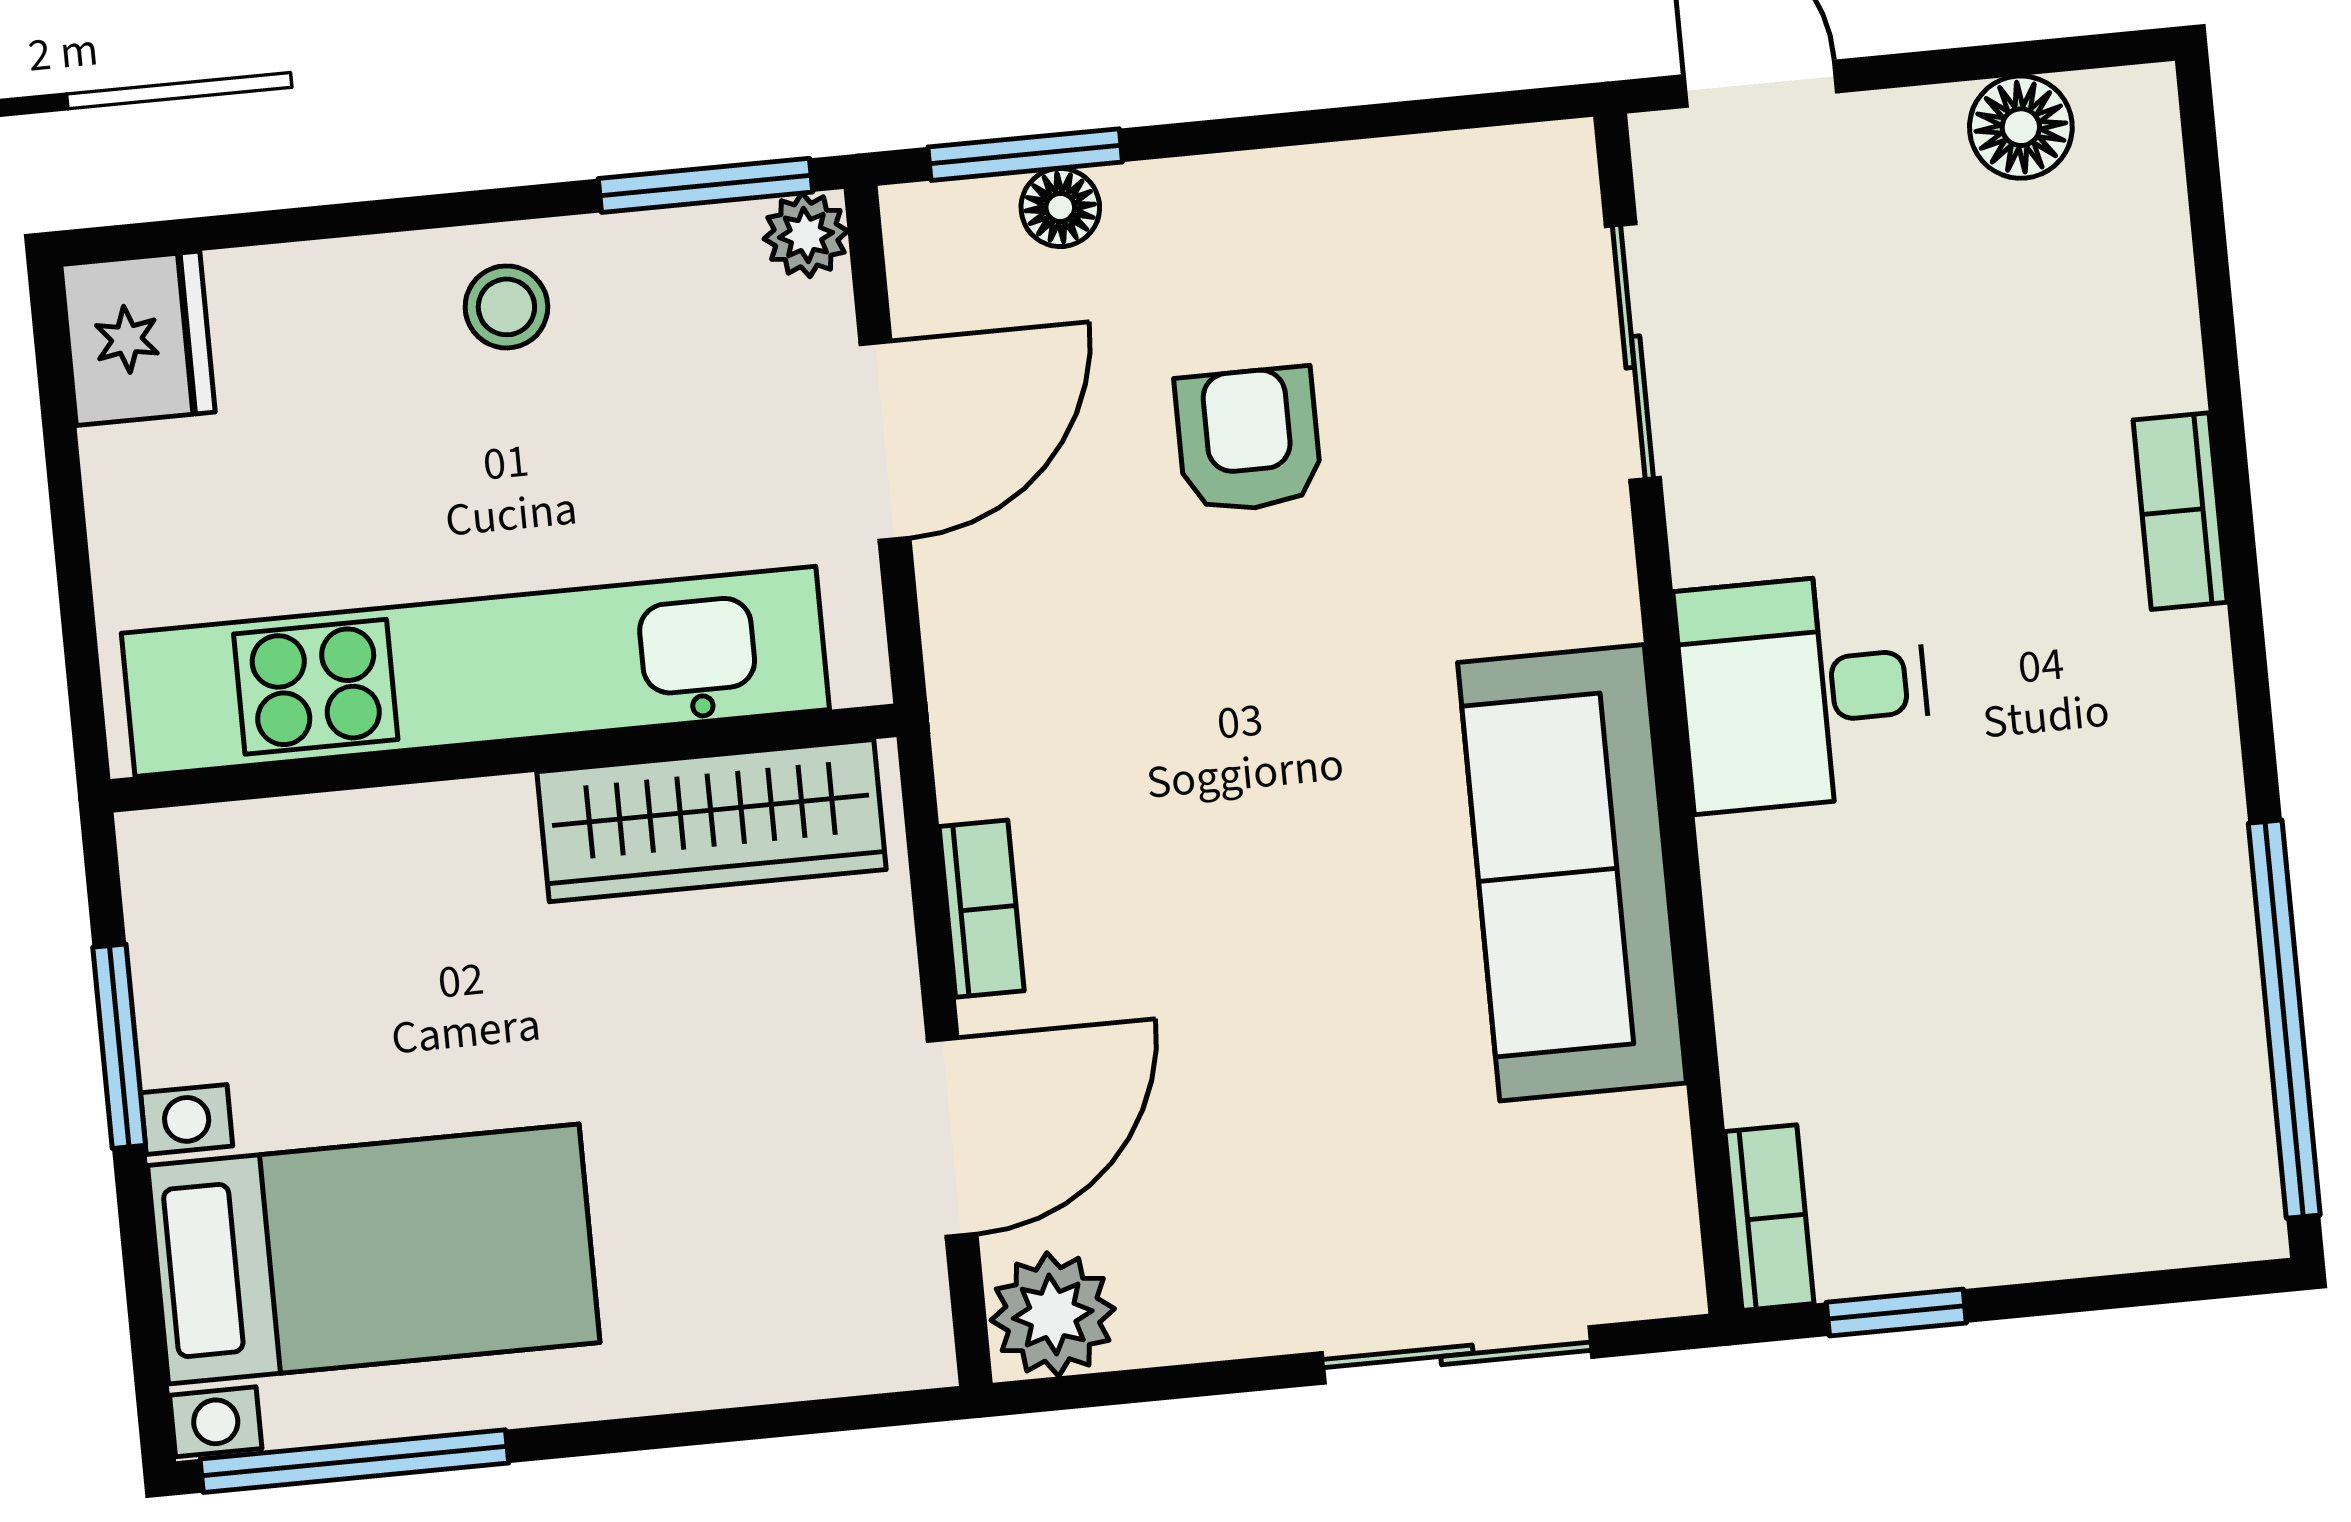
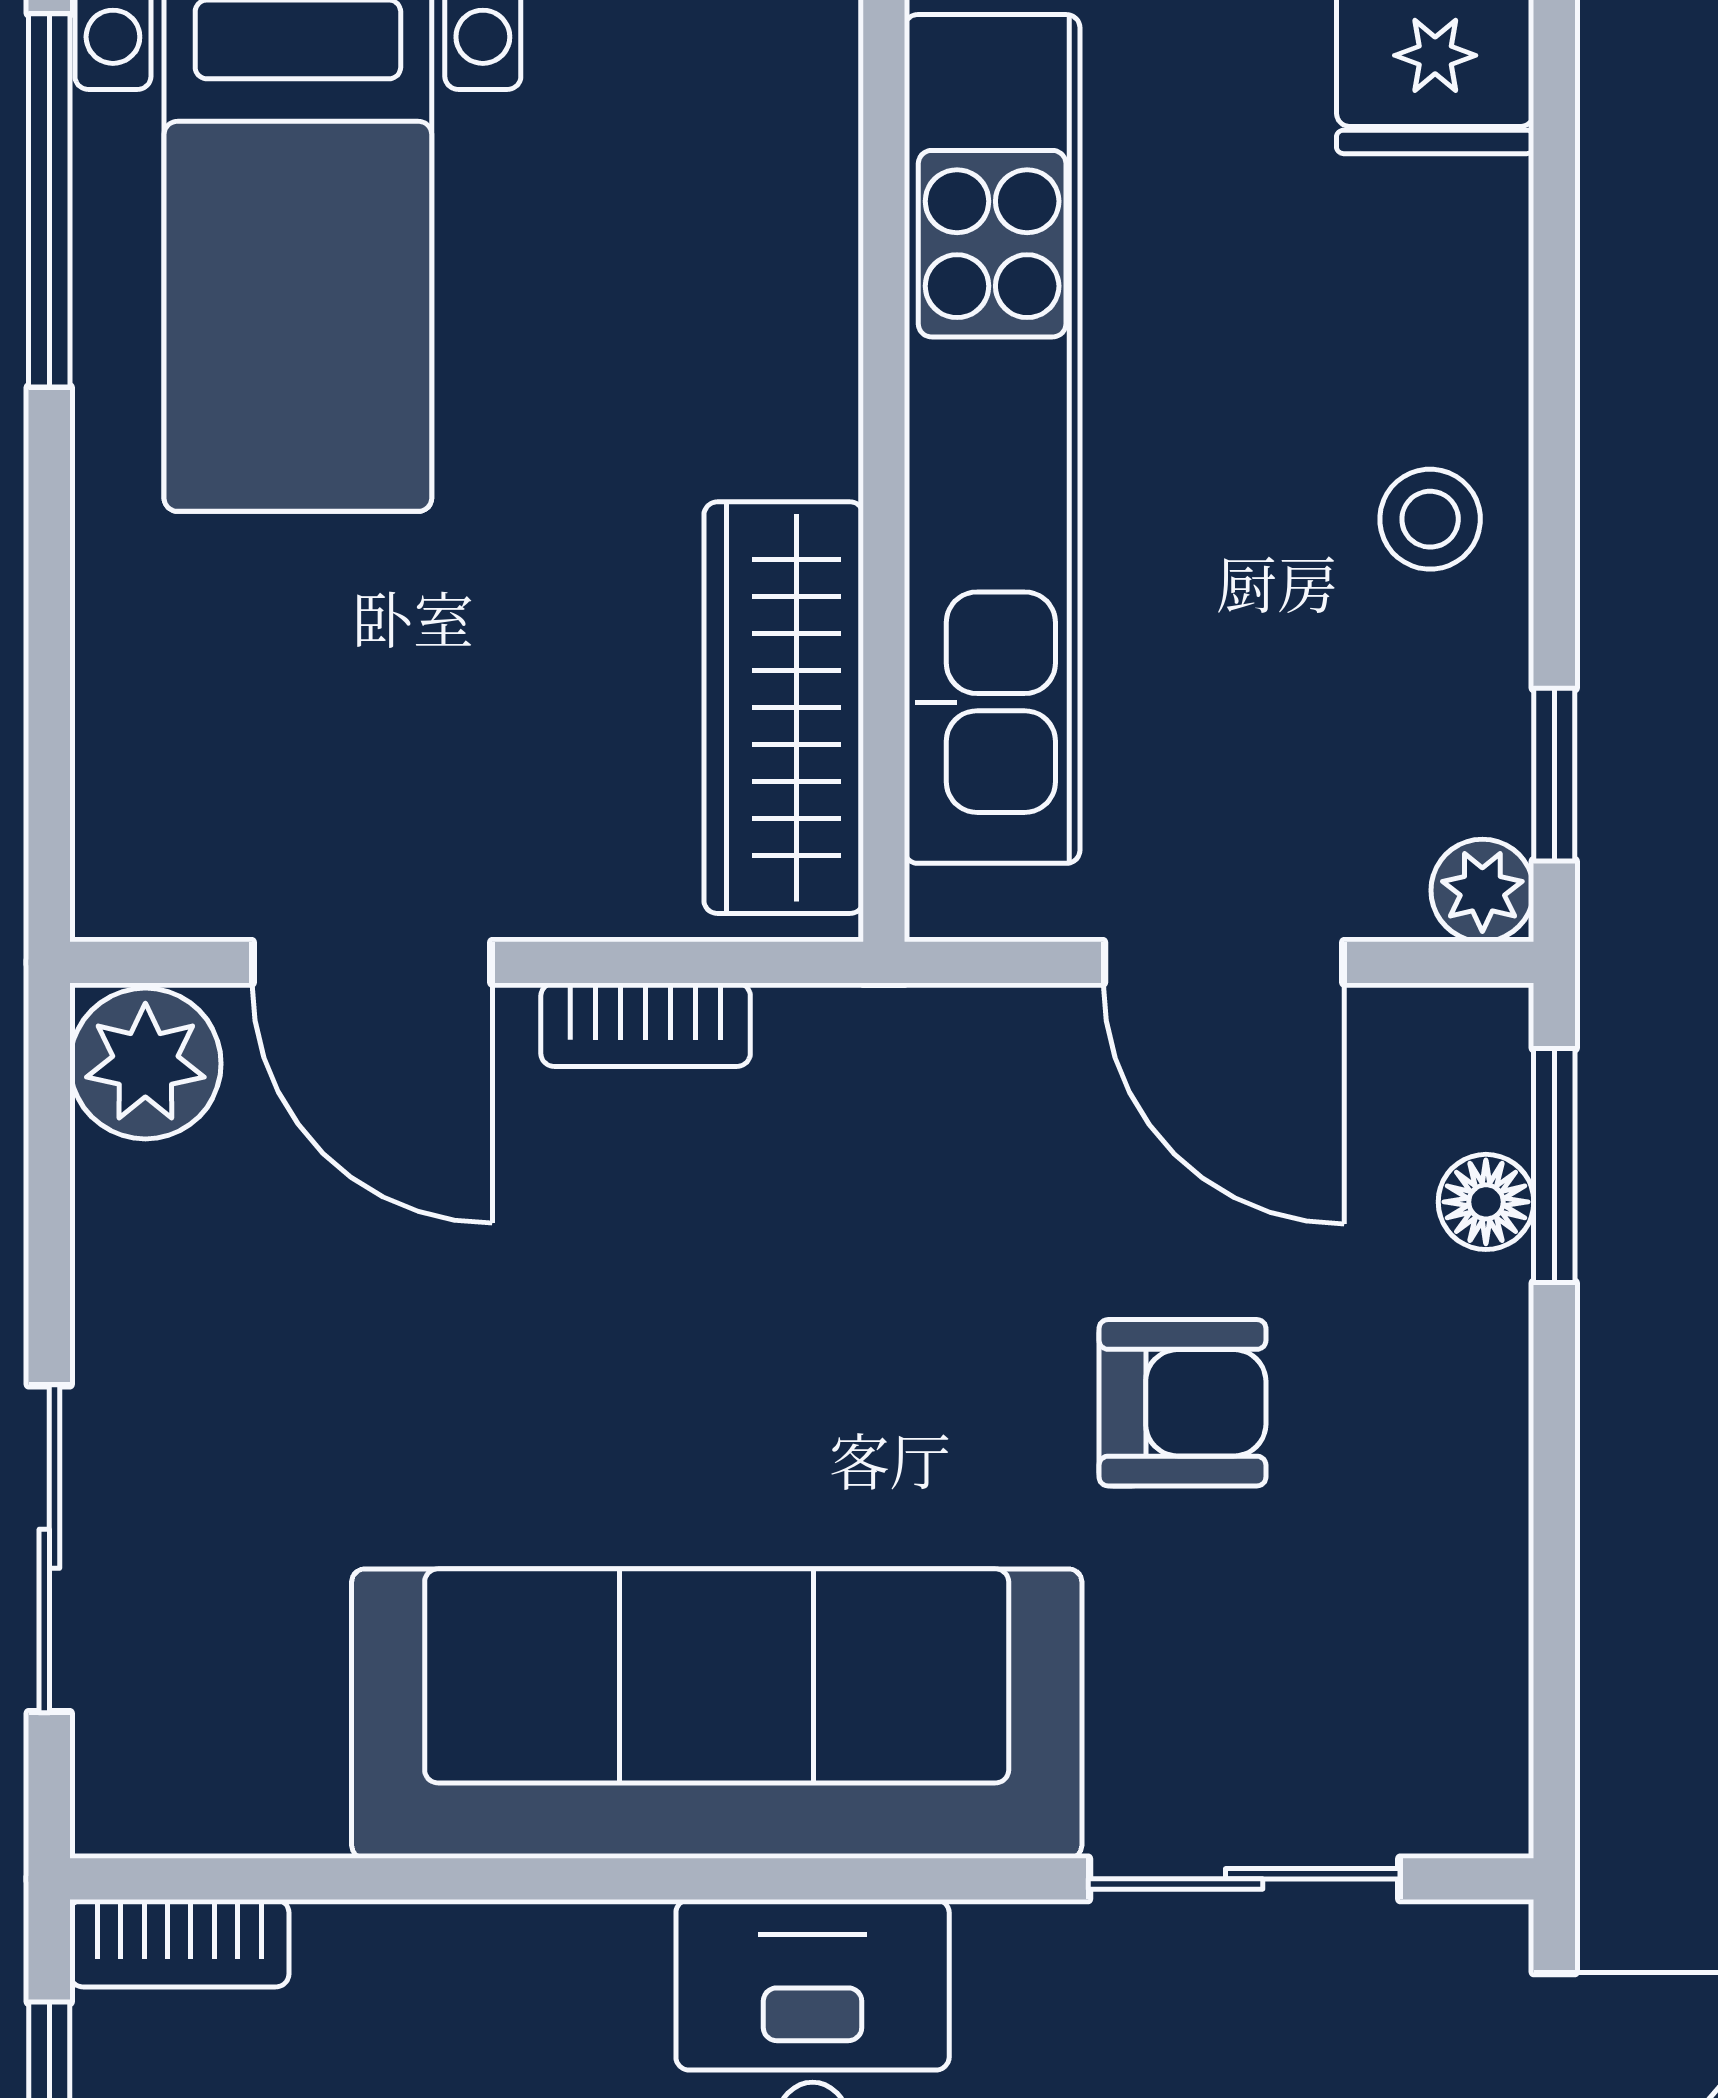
window: (706, 185) -> (1554, 775), width x0.67
sofa: (1572, 873) -> (717, 1714), width x1.36, depth x1.27

